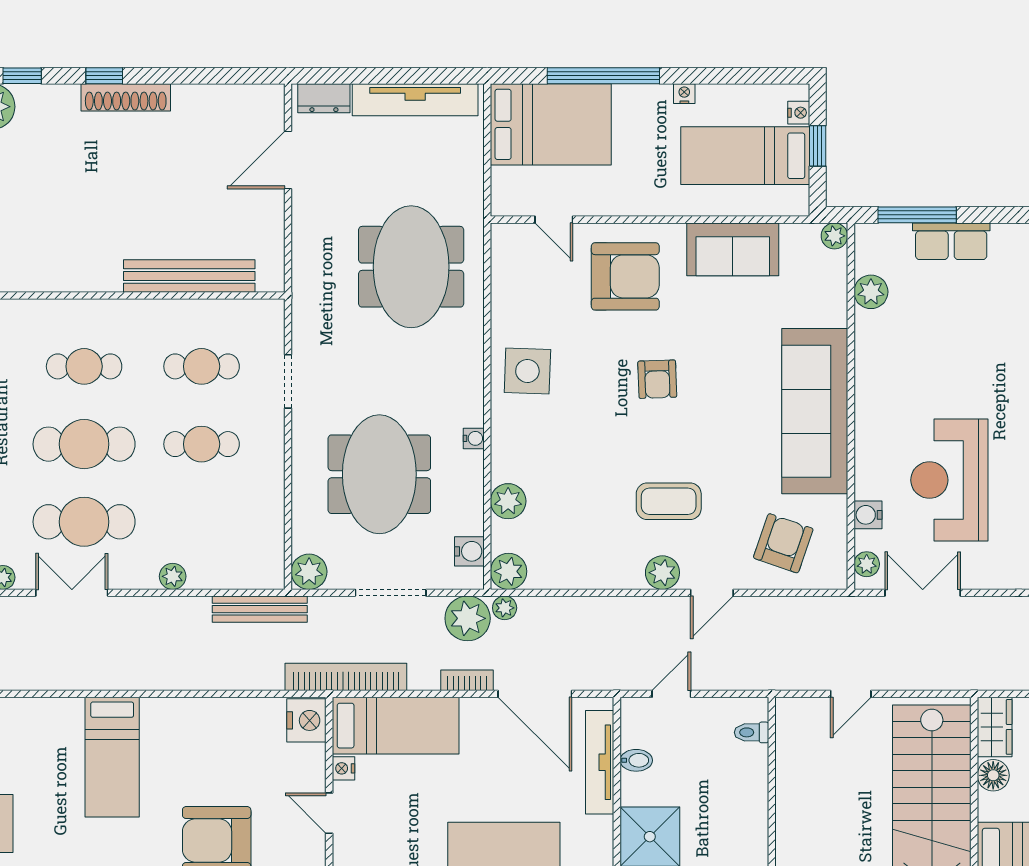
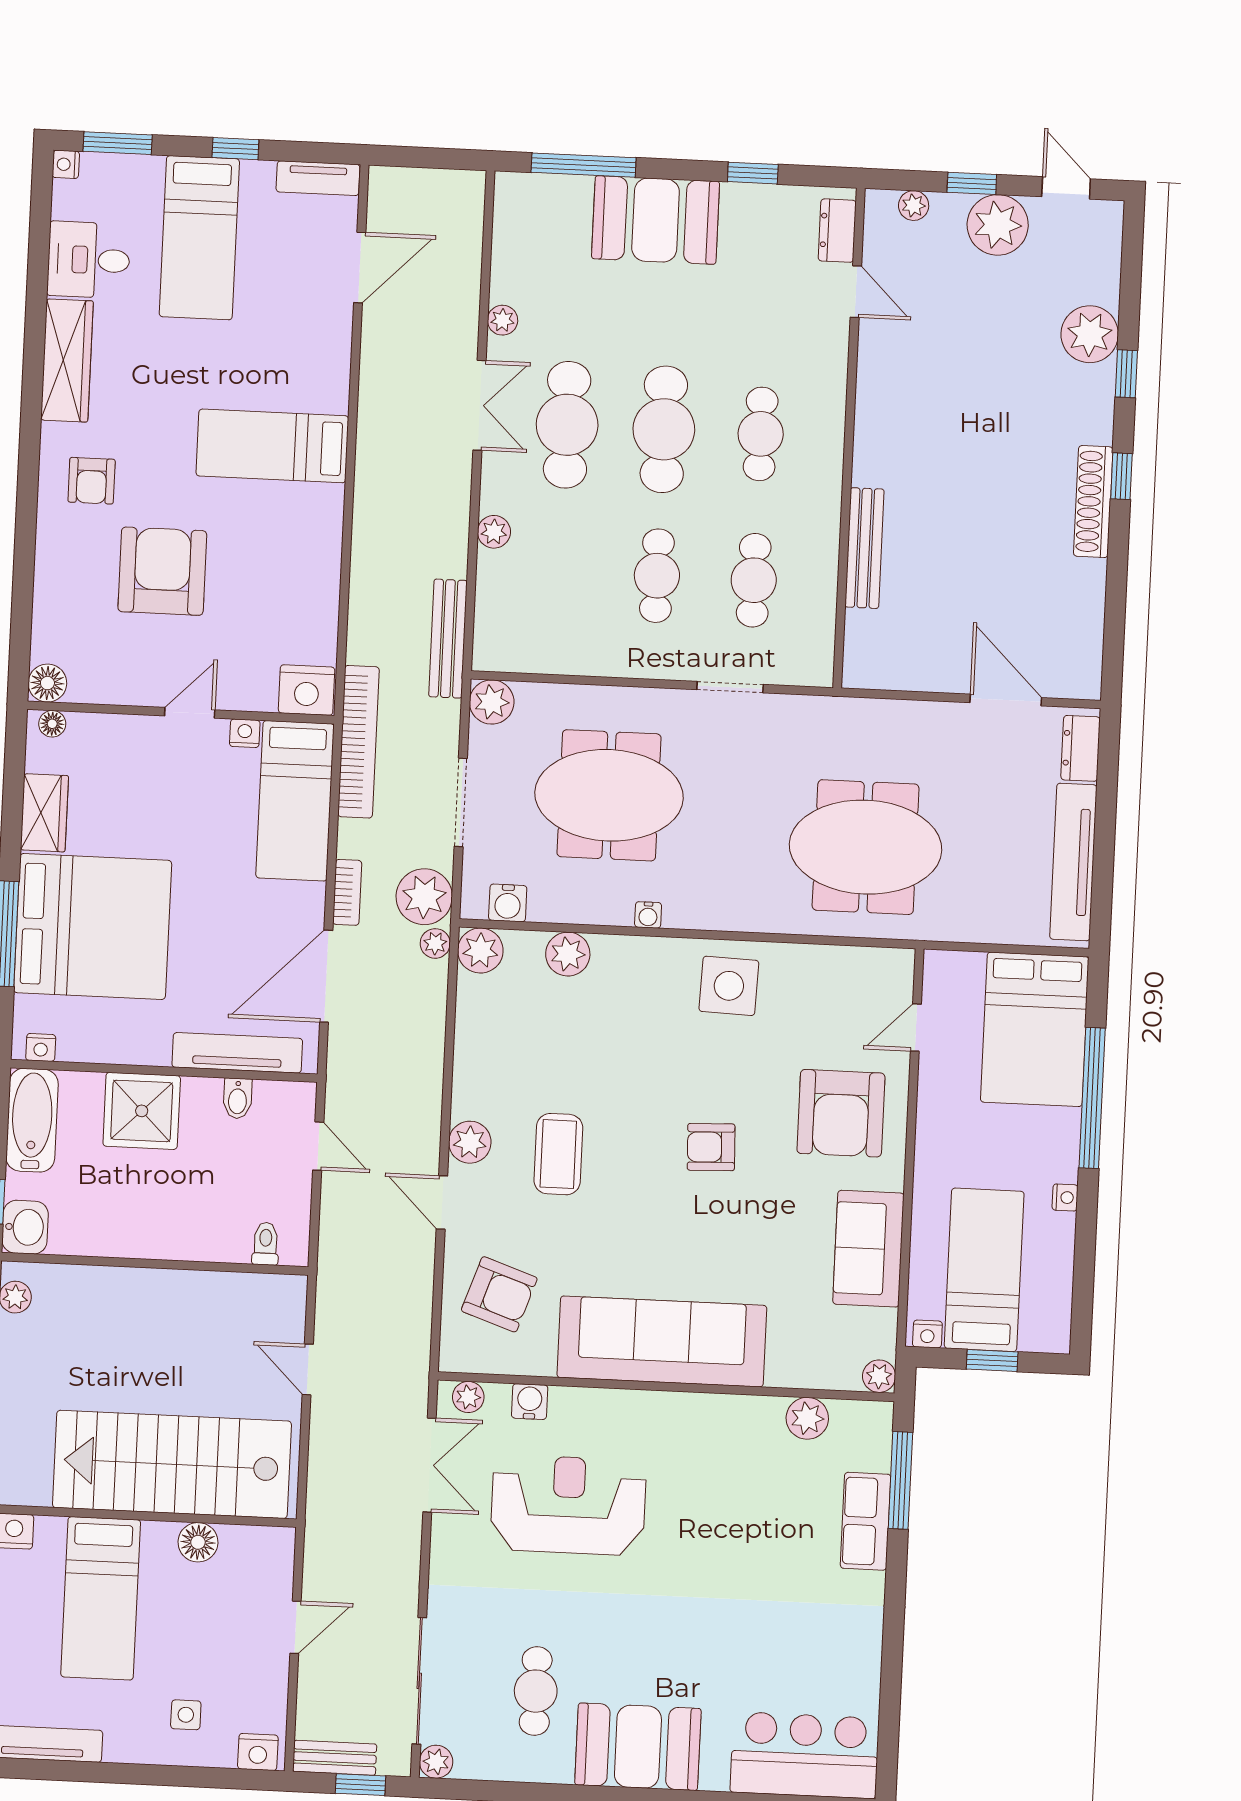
nightstand: (799, 113) -> (927, 1334), moved
bench: (189, 276) -> (864, 548), width x0.73, depth x0.82
wardrobe: (995, 727) -> (258, 1547), removed

